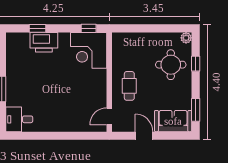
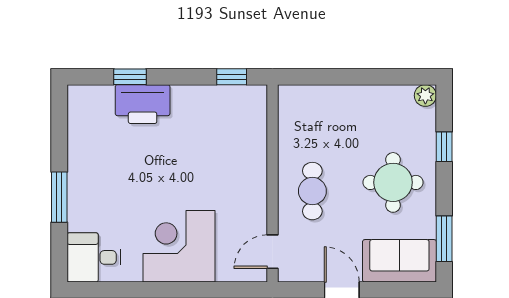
corner desk: (89, 50) -> (179, 246), moved, turned 90
round table: (171, 65) -> (393, 182), moved

